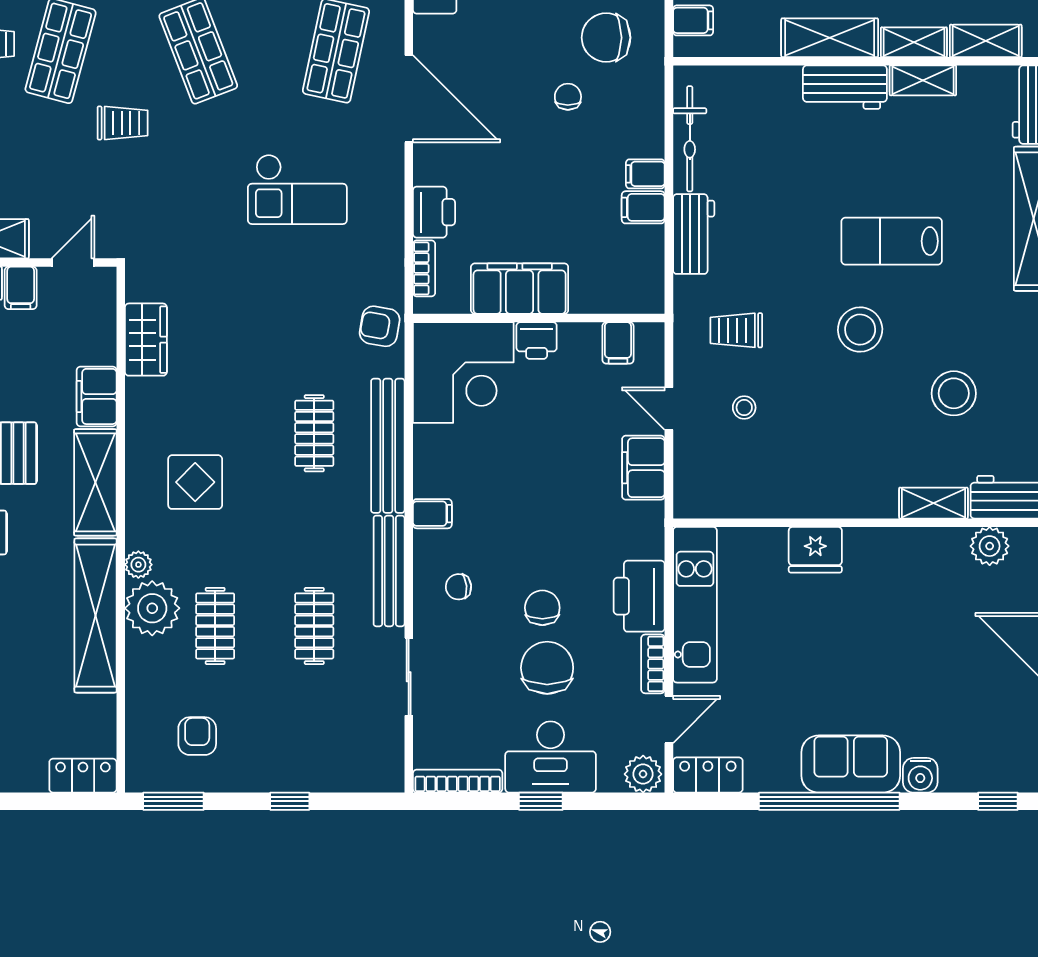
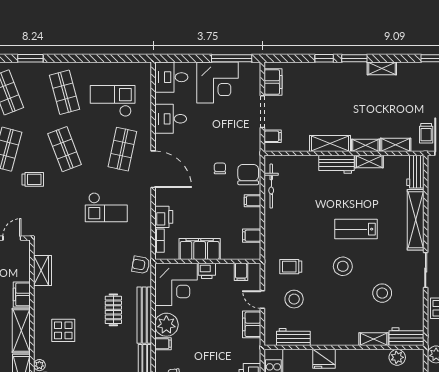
chair: (606, 38) -> (248, 175), moved, turned 90
filing cabinet: (643, 207) -> (252, 236), moved
workbench: (694, 234) -> (293, 337), moved, turned -90
stool: (744, 408) -> (294, 299), width x1.89, depth x1.89
plant: (441, 469) -> (166, 325), added

